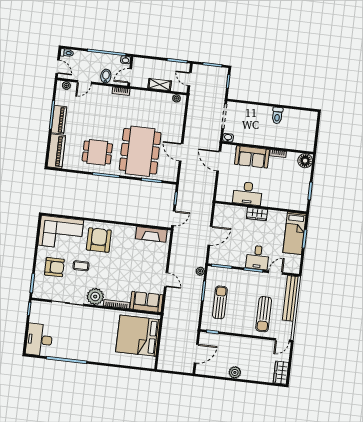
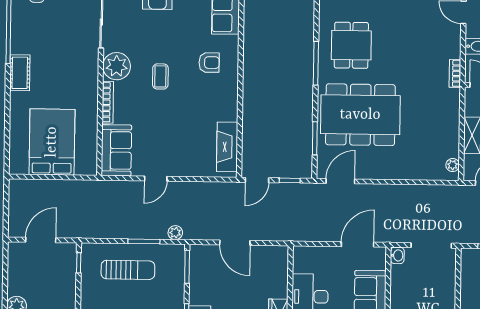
door: (181, 152) -> (340, 181), moved
door: (173, 218) -> (257, 180), hinge flipped
armchair: (99, 240) -> (209, 63), width x0.53, depth x0.53
coffee table: (81, 266) -> (160, 76), moved
bed: (138, 336) -> (52, 142), width x0.73
door: (196, 354) -> (41, 240), swing flipped
cot: (93, 356) -> (20, 73), added

